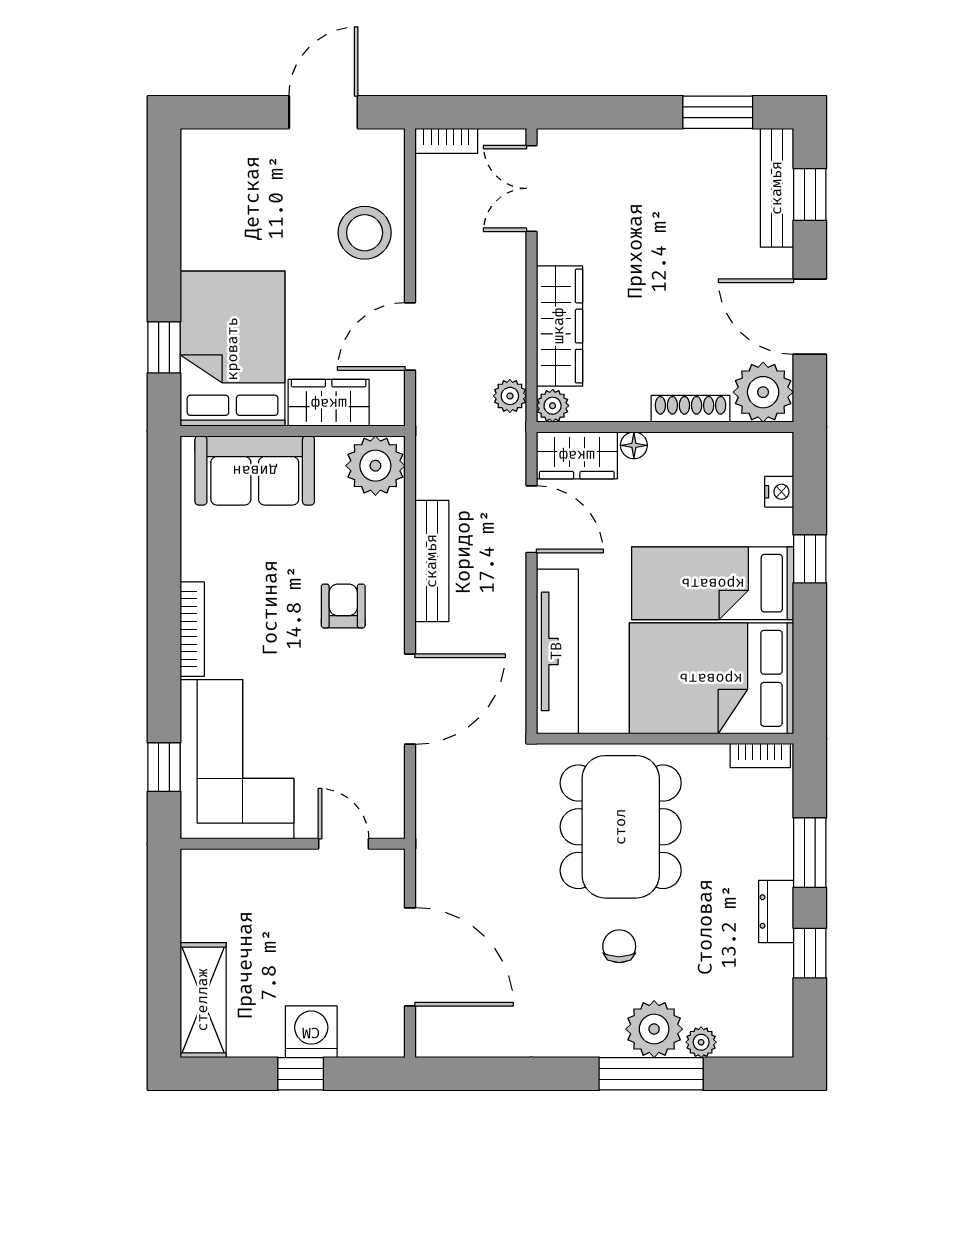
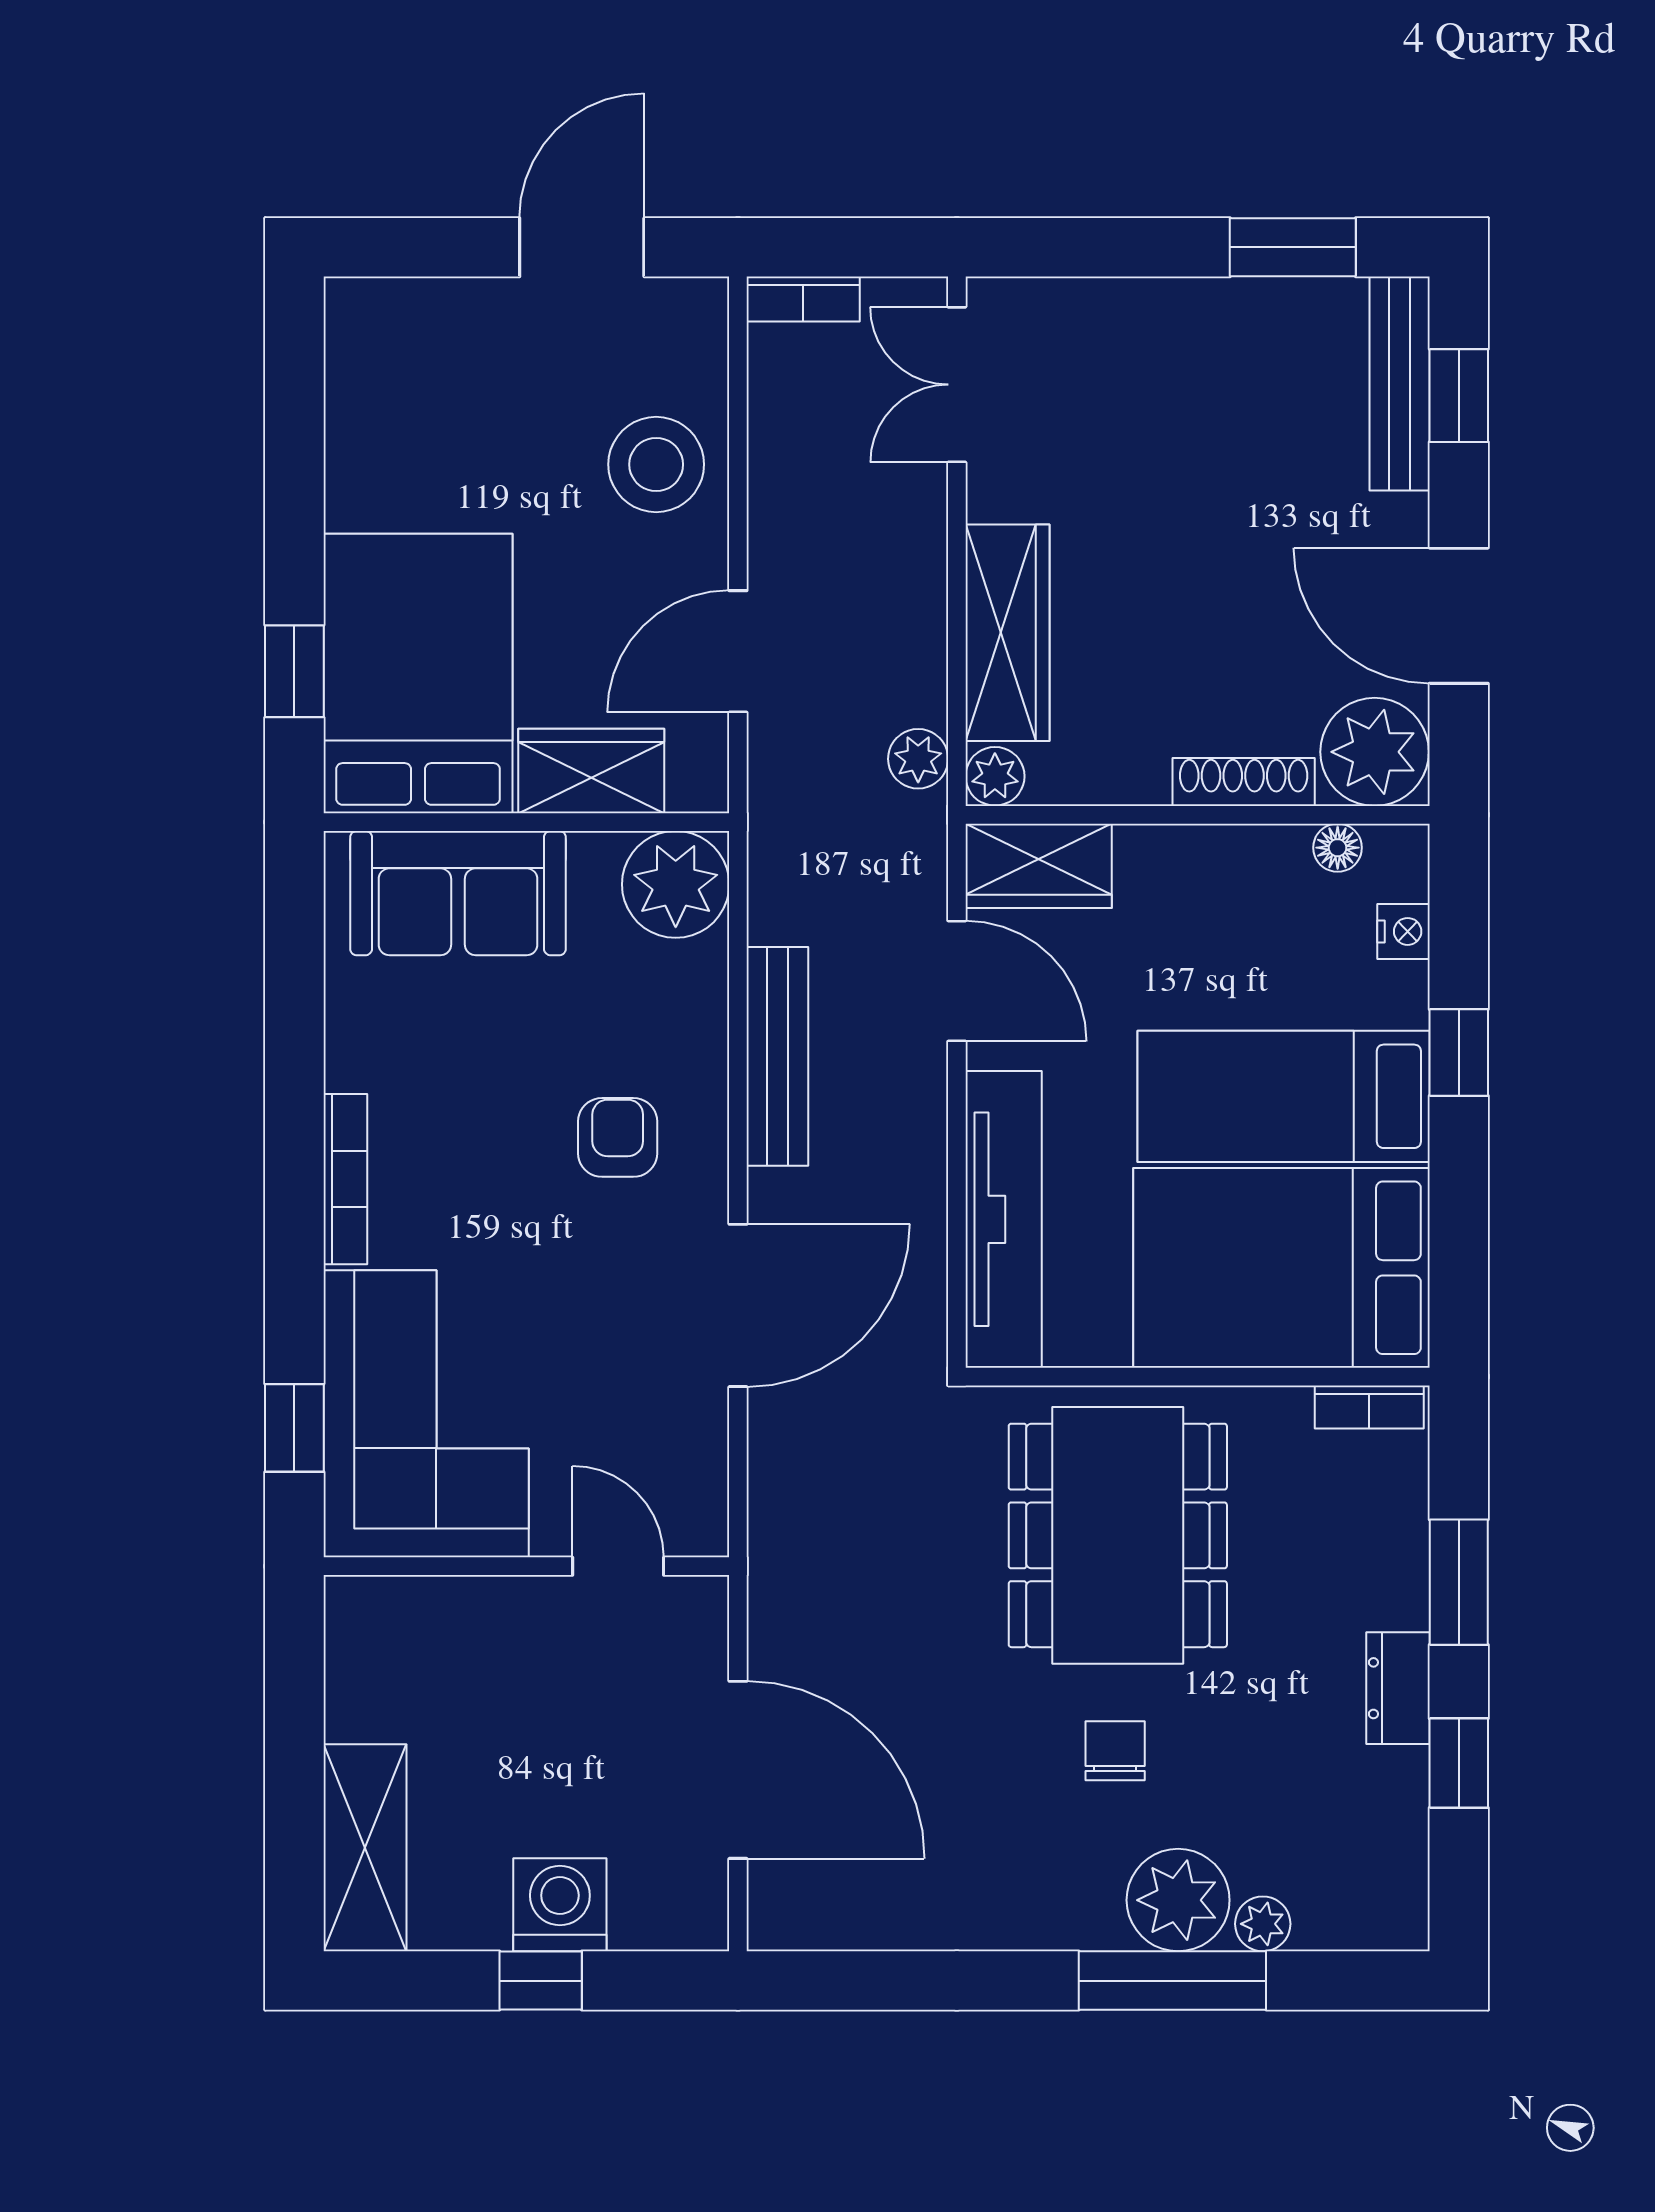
floor lamp: (634, 445) -> (1338, 848), moved

